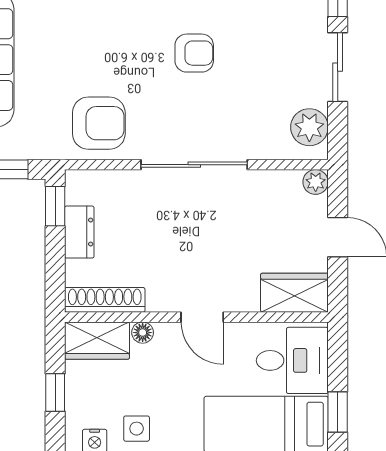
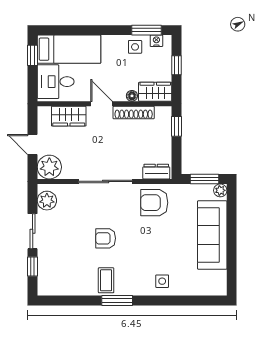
plant: (316, 182) -> (49, 167), width x1.87, depth x1.87
window: (55, 206) -> (177, 126), moved
dresser: (79, 232) -> (156, 172), moved, turned 90
wardrobe: (294, 293) -> (69, 116), moved
shoe rack: (105, 300) -> (134, 113), moved

